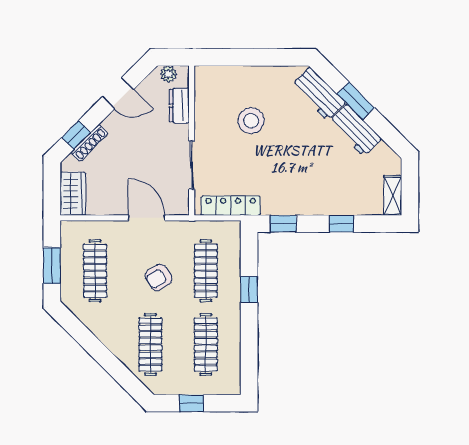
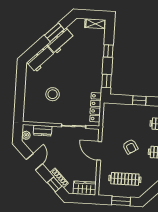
window: (356, 101) -> (54, 32), moved
door: (147, 218) -> (99, 151), hinge flipped
clothes rail: (206, 271) -> (128, 122), removed

